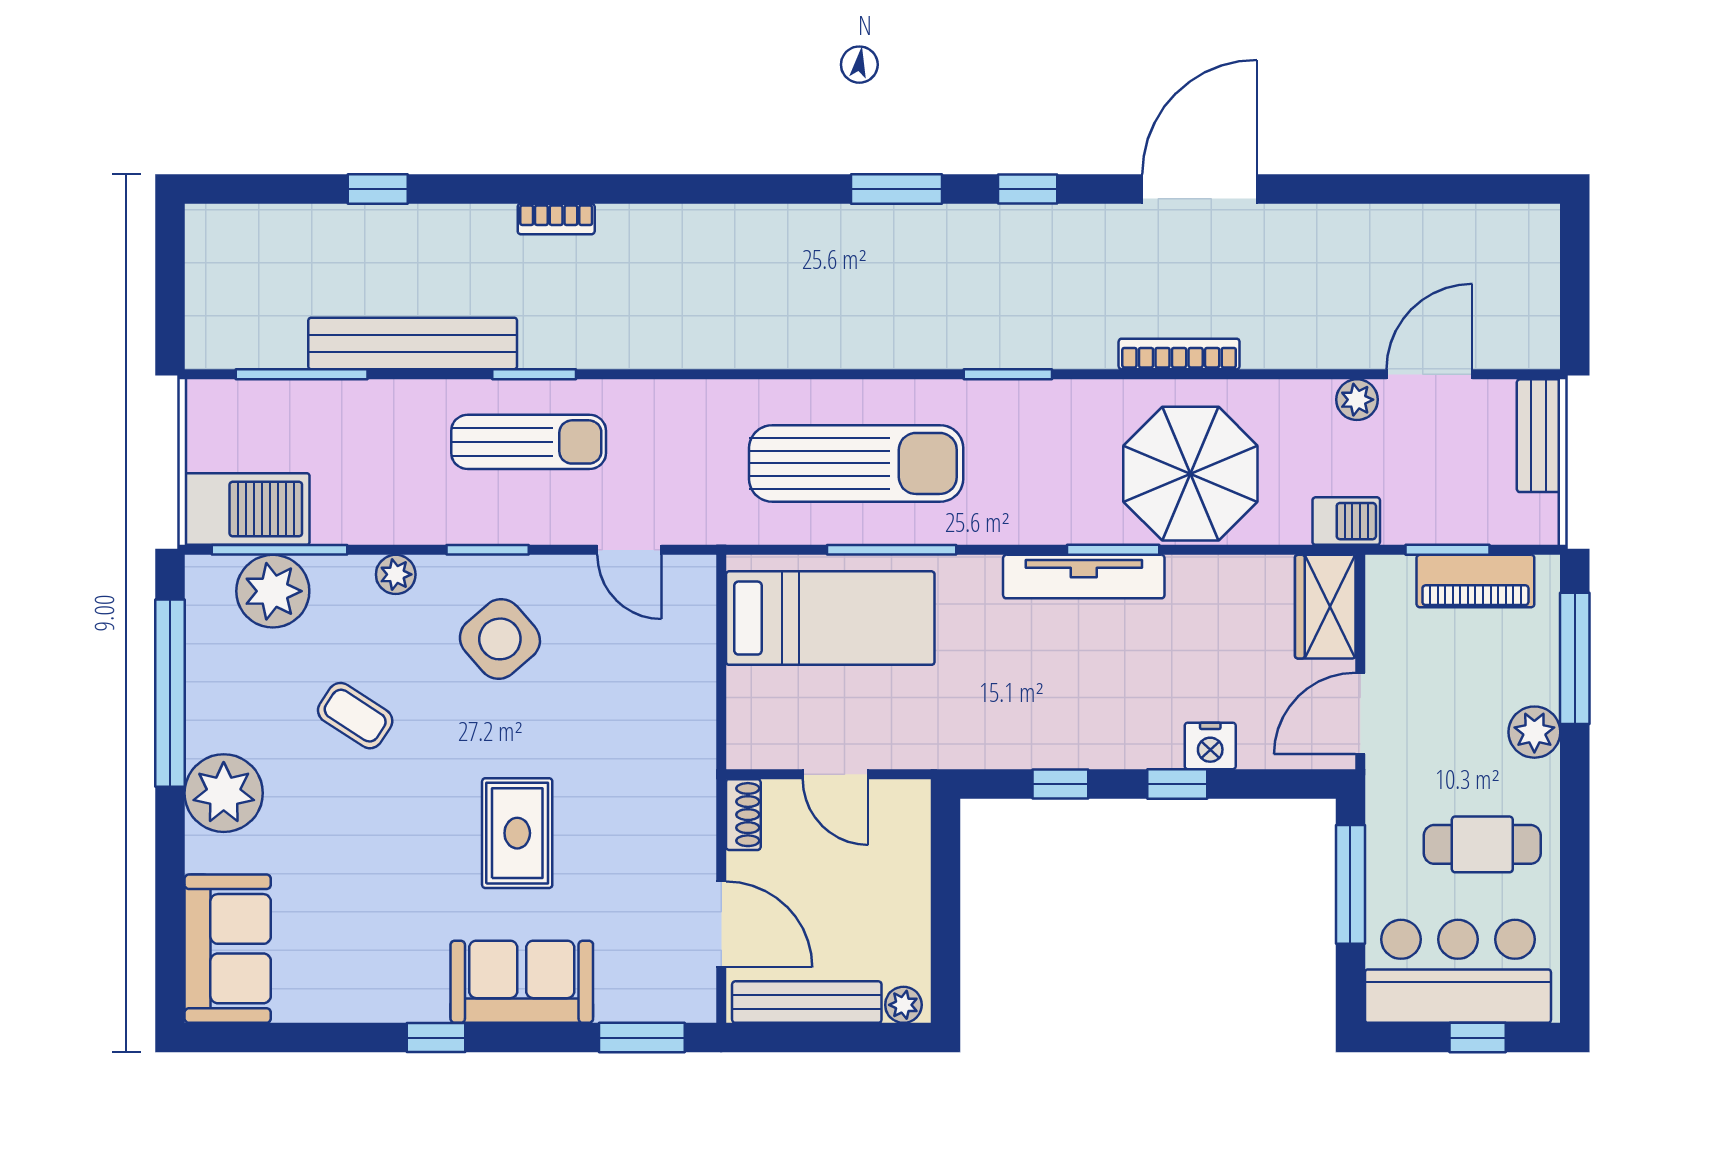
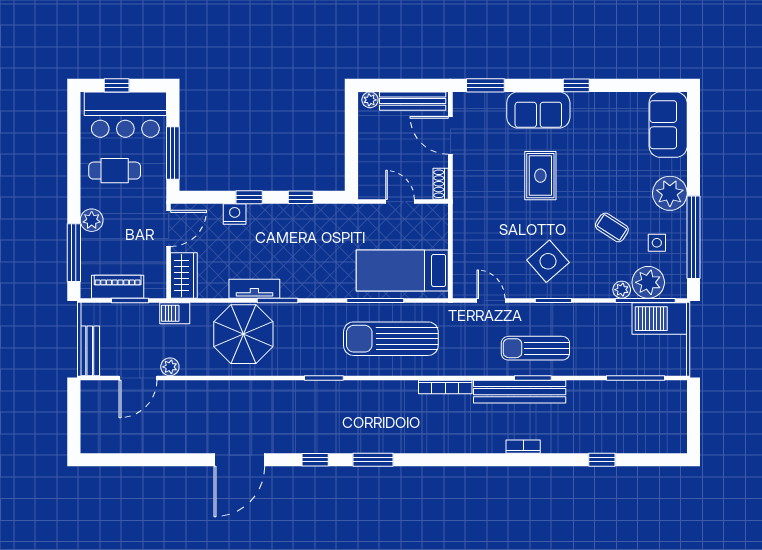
bench: (413, 343) -> (520, 392), moved
bookcase: (1179, 354) -> (445, 387), moved
plant: (396, 574) -> (622, 290), moved
tv unit: (1084, 577) -> (254, 289), moved, width x0.71
side table: (253, 681) -> (657, 243), added

